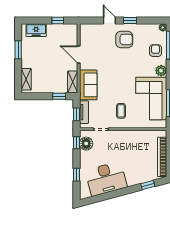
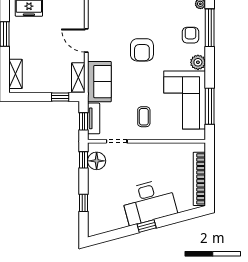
armchair: (124, 39) -> (142, 50), moved, turned 90
desk: (106, 179) -> (149, 202), moved
window: (148, 185) -> (147, 226), moved

